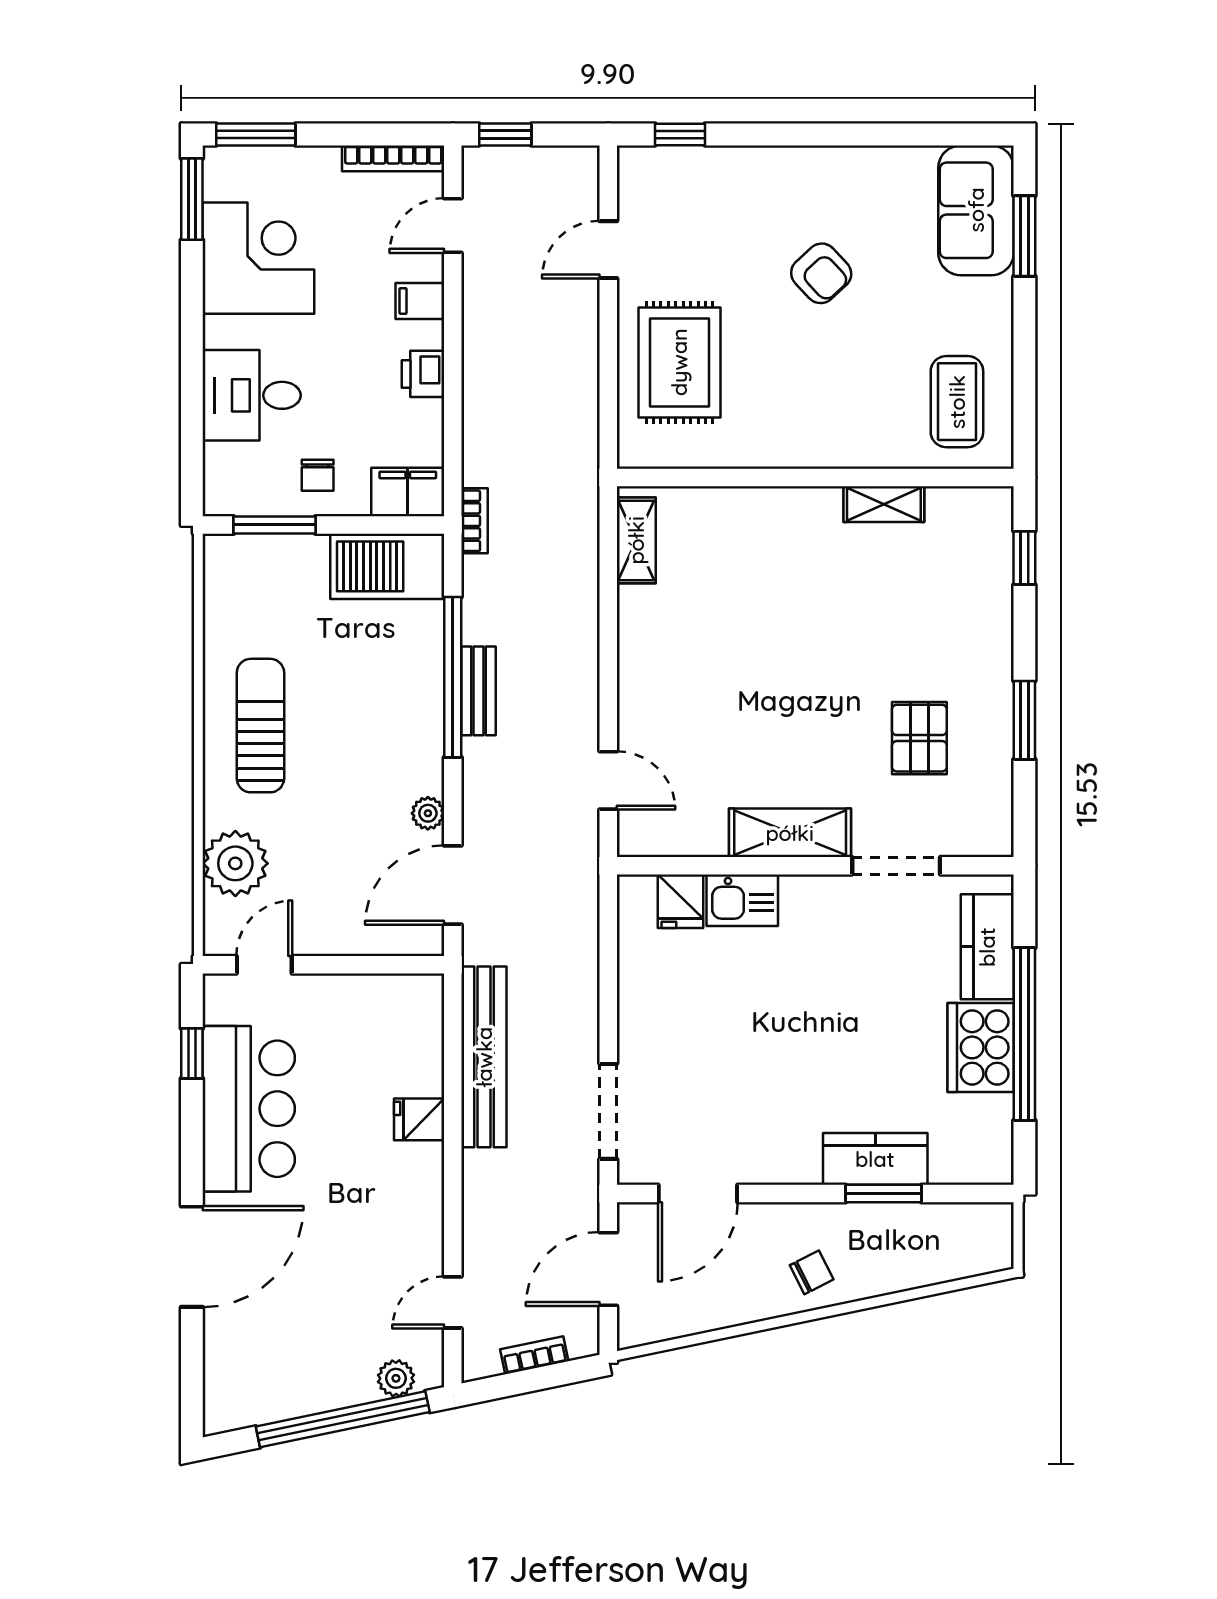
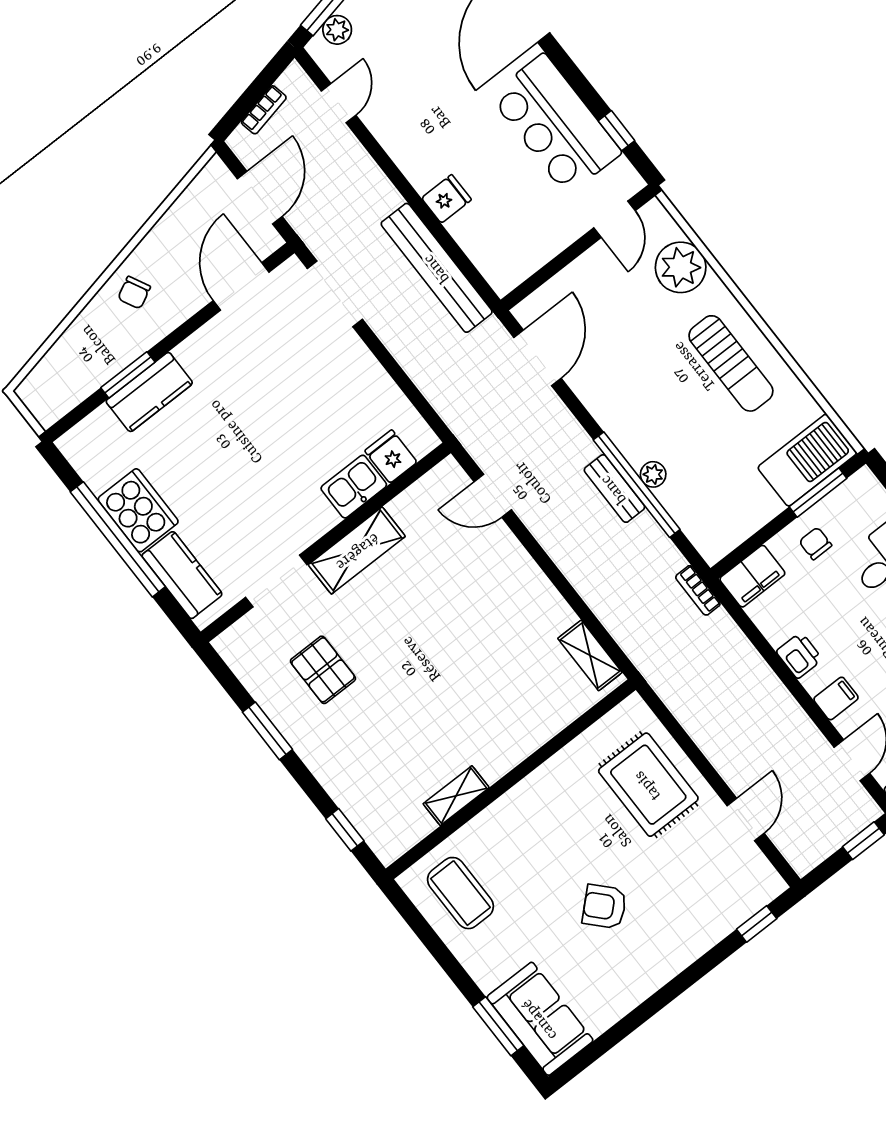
barbecue: (387, 566) -> (807, 460), moved
plant: (428, 813) -> (653, 474), moved

